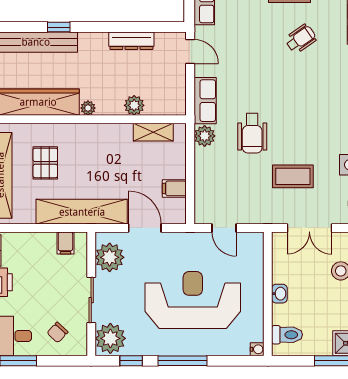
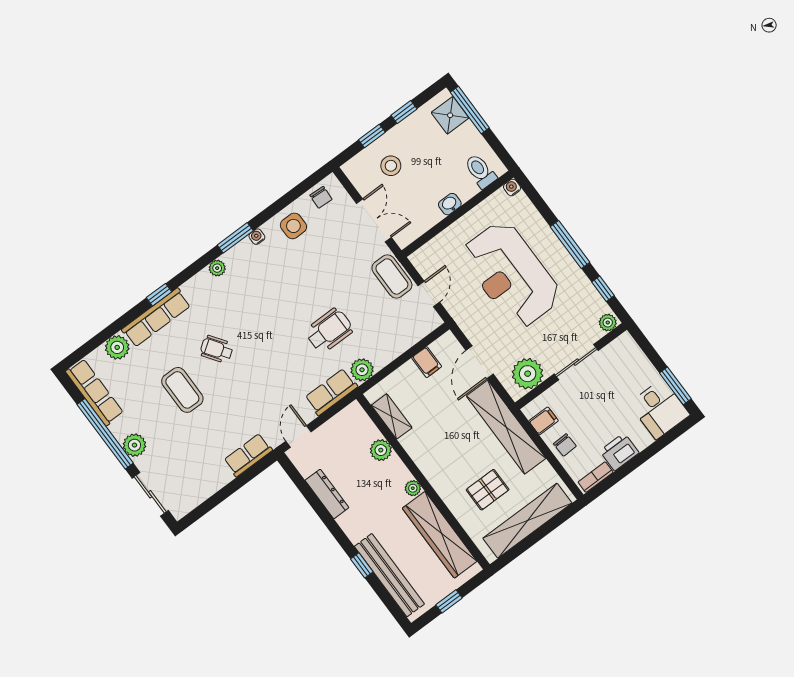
coffee table: (293, 176) -> (392, 276), moved
chair: (57, 332) -> (565, 445), moved, turned 45
plant: (110, 338) -> (608, 323), width x0.53, depth x0.53

